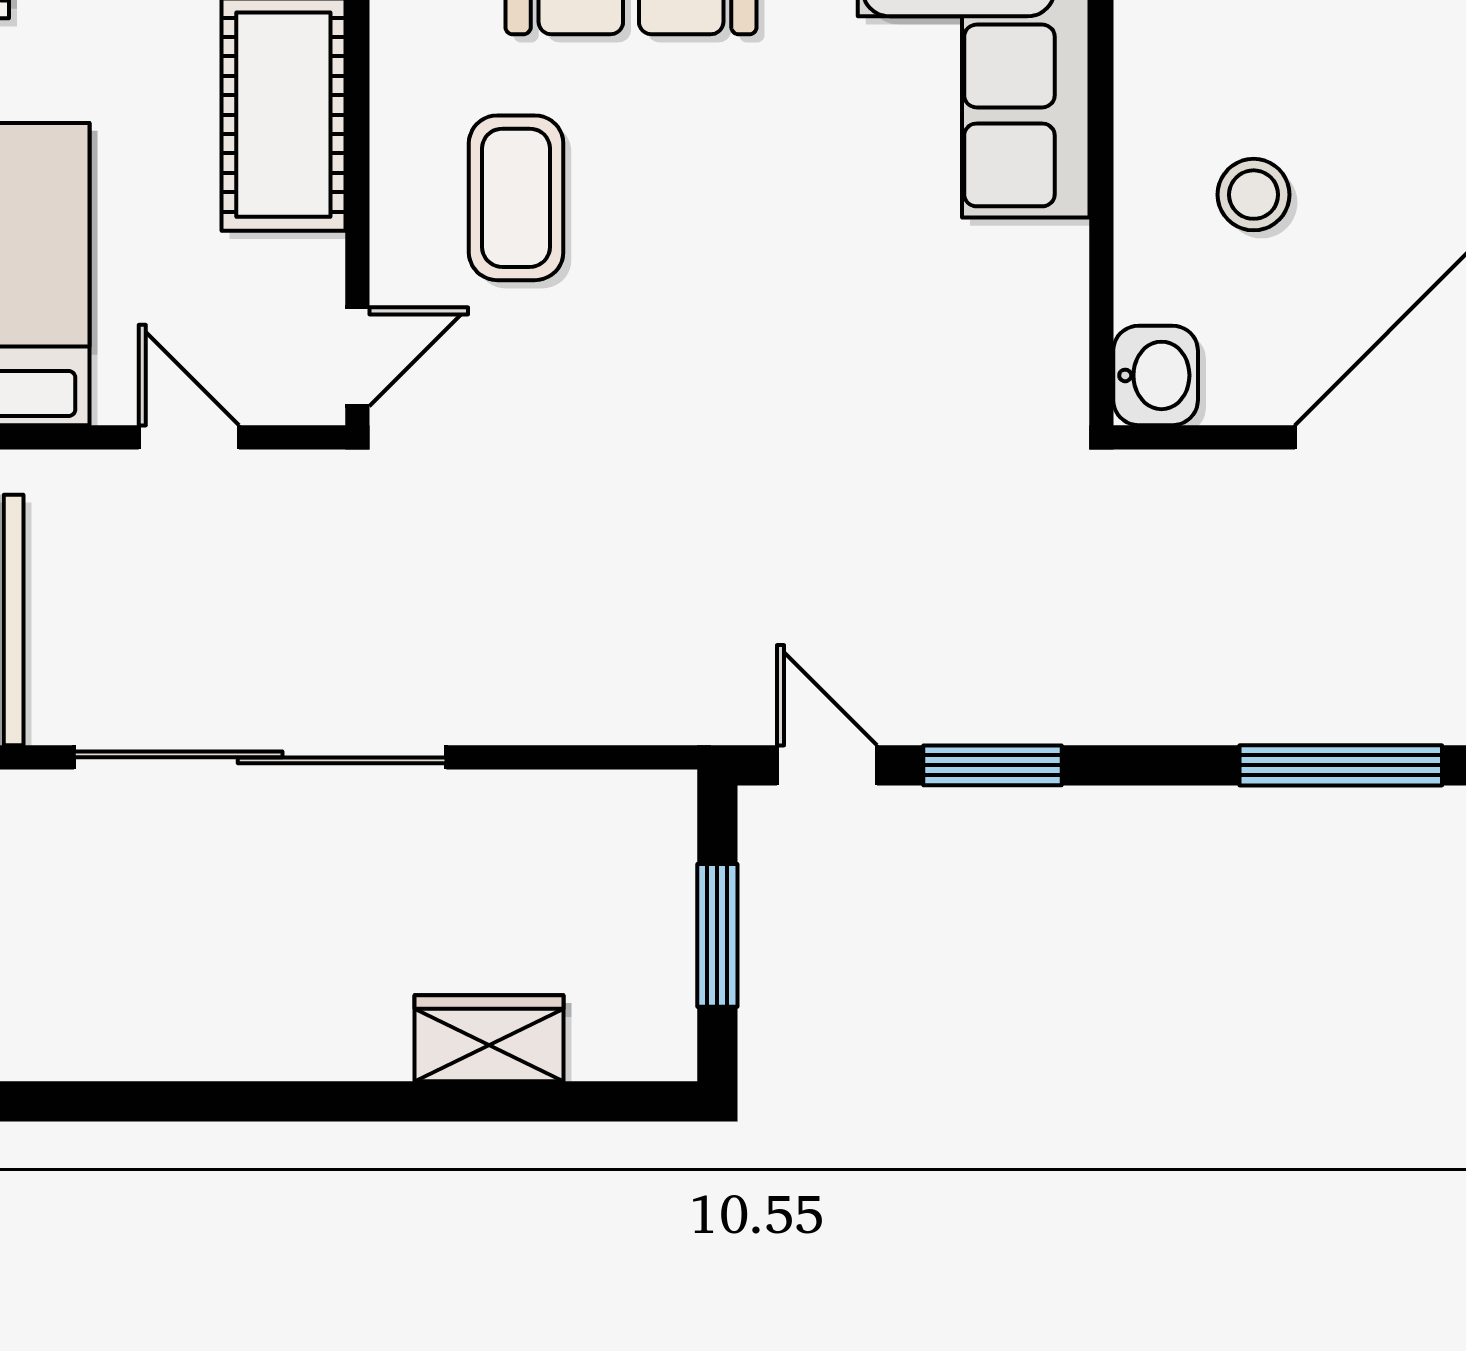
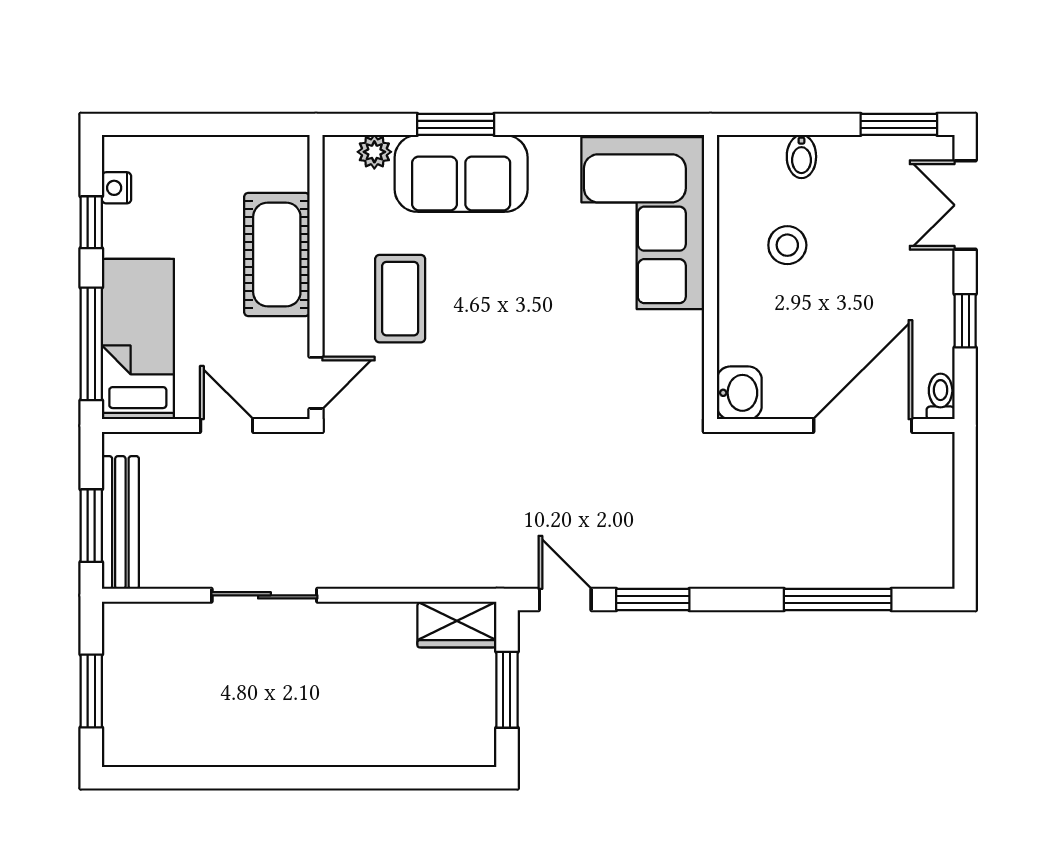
stool: (1254, 195) -> (787, 245), moved
sliding door: (260, 757) -> (264, 595), width x0.54
wardrobe: (489, 1038) -> (457, 625), moved, turned 180

